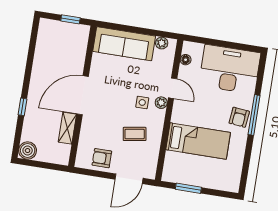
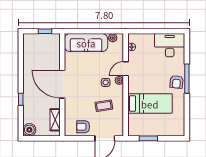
desk: (230, 69) -> (170, 45), width x0.73, depth x0.77
door: (173, 88) -> (126, 69), swing flipped
door: (83, 95) -> (62, 84), hinge flipped
shelving: (67, 128) -> (55, 120), moved

